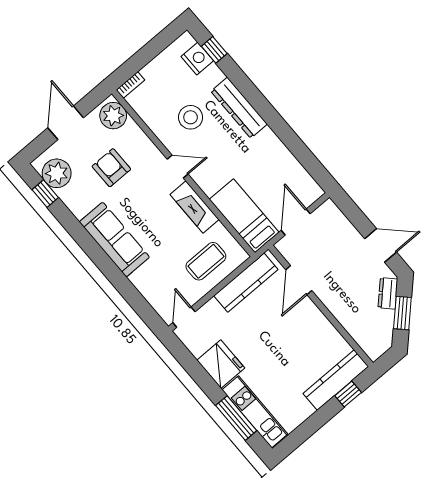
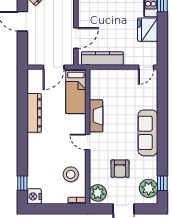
nightstand: (197, 59) -> (34, 196), moved
dresser: (239, 108) -> (34, 113), moved
stool: (191, 117) -> (71, 174), moved
coffee table: (206, 261) -> (113, 85), removed

